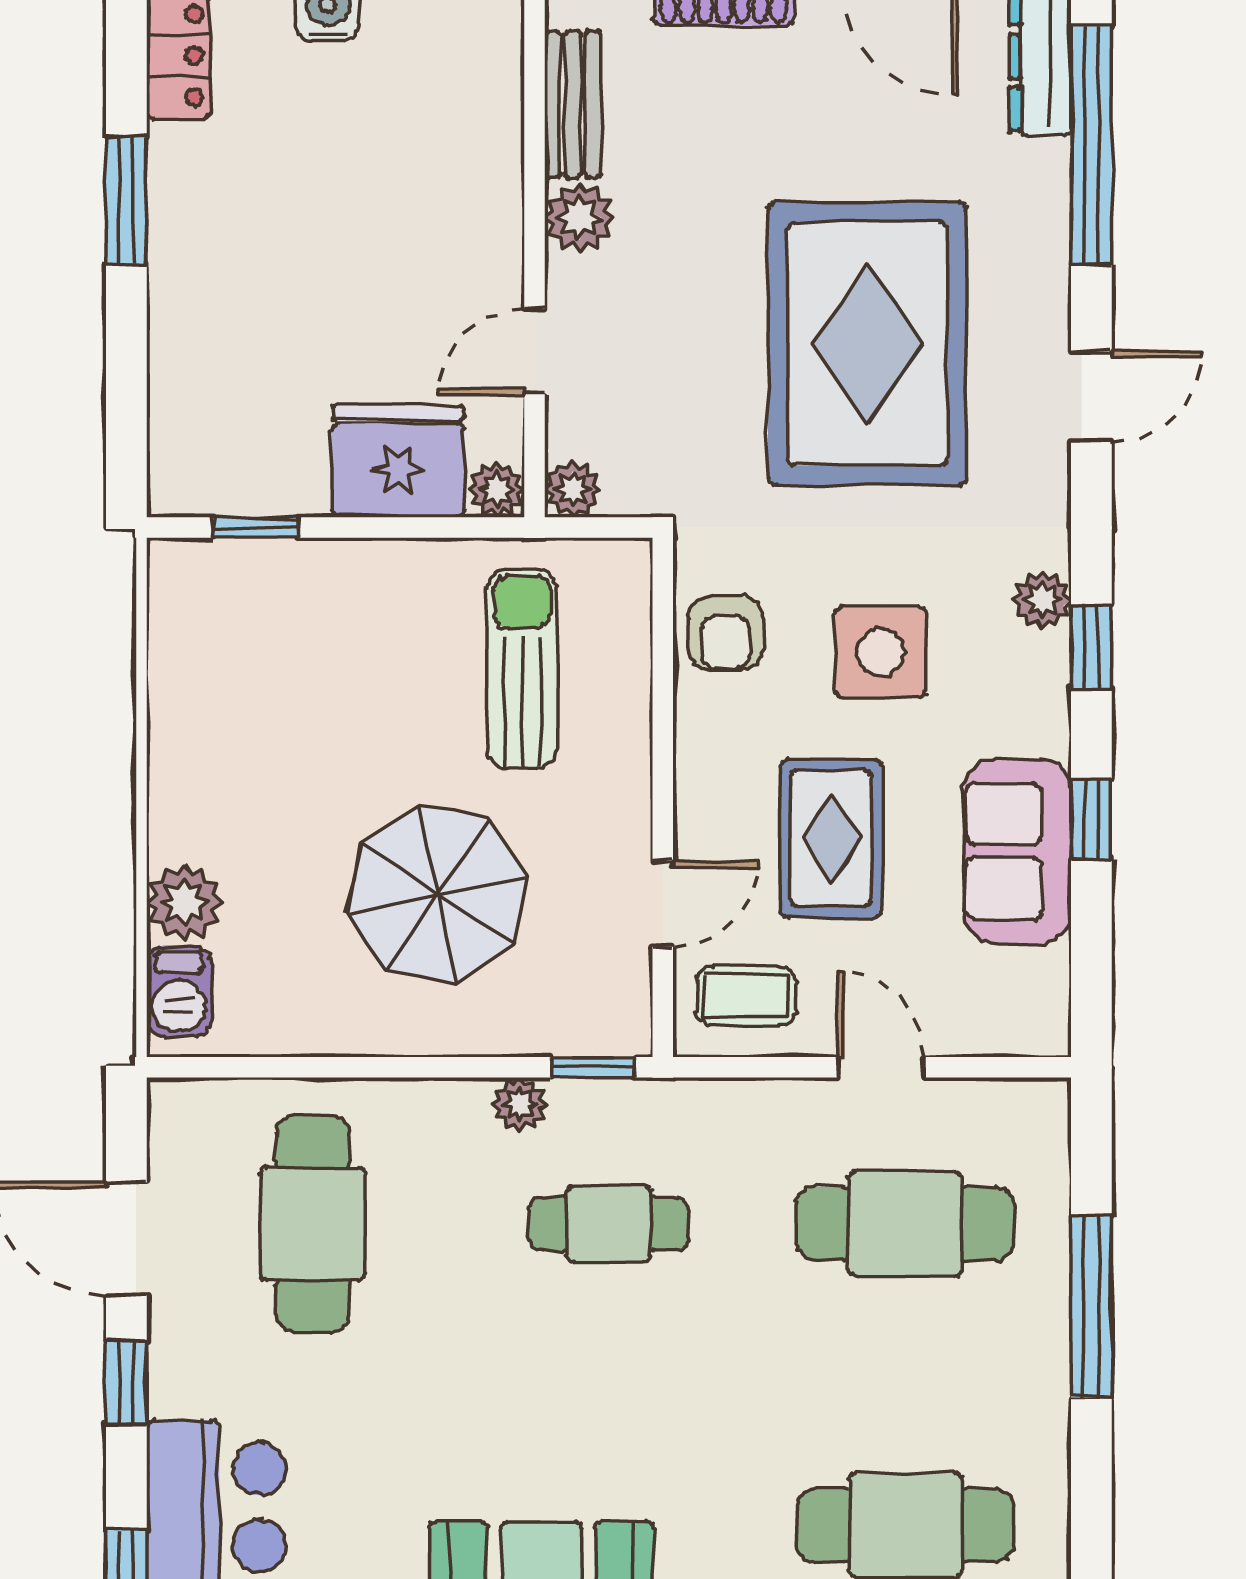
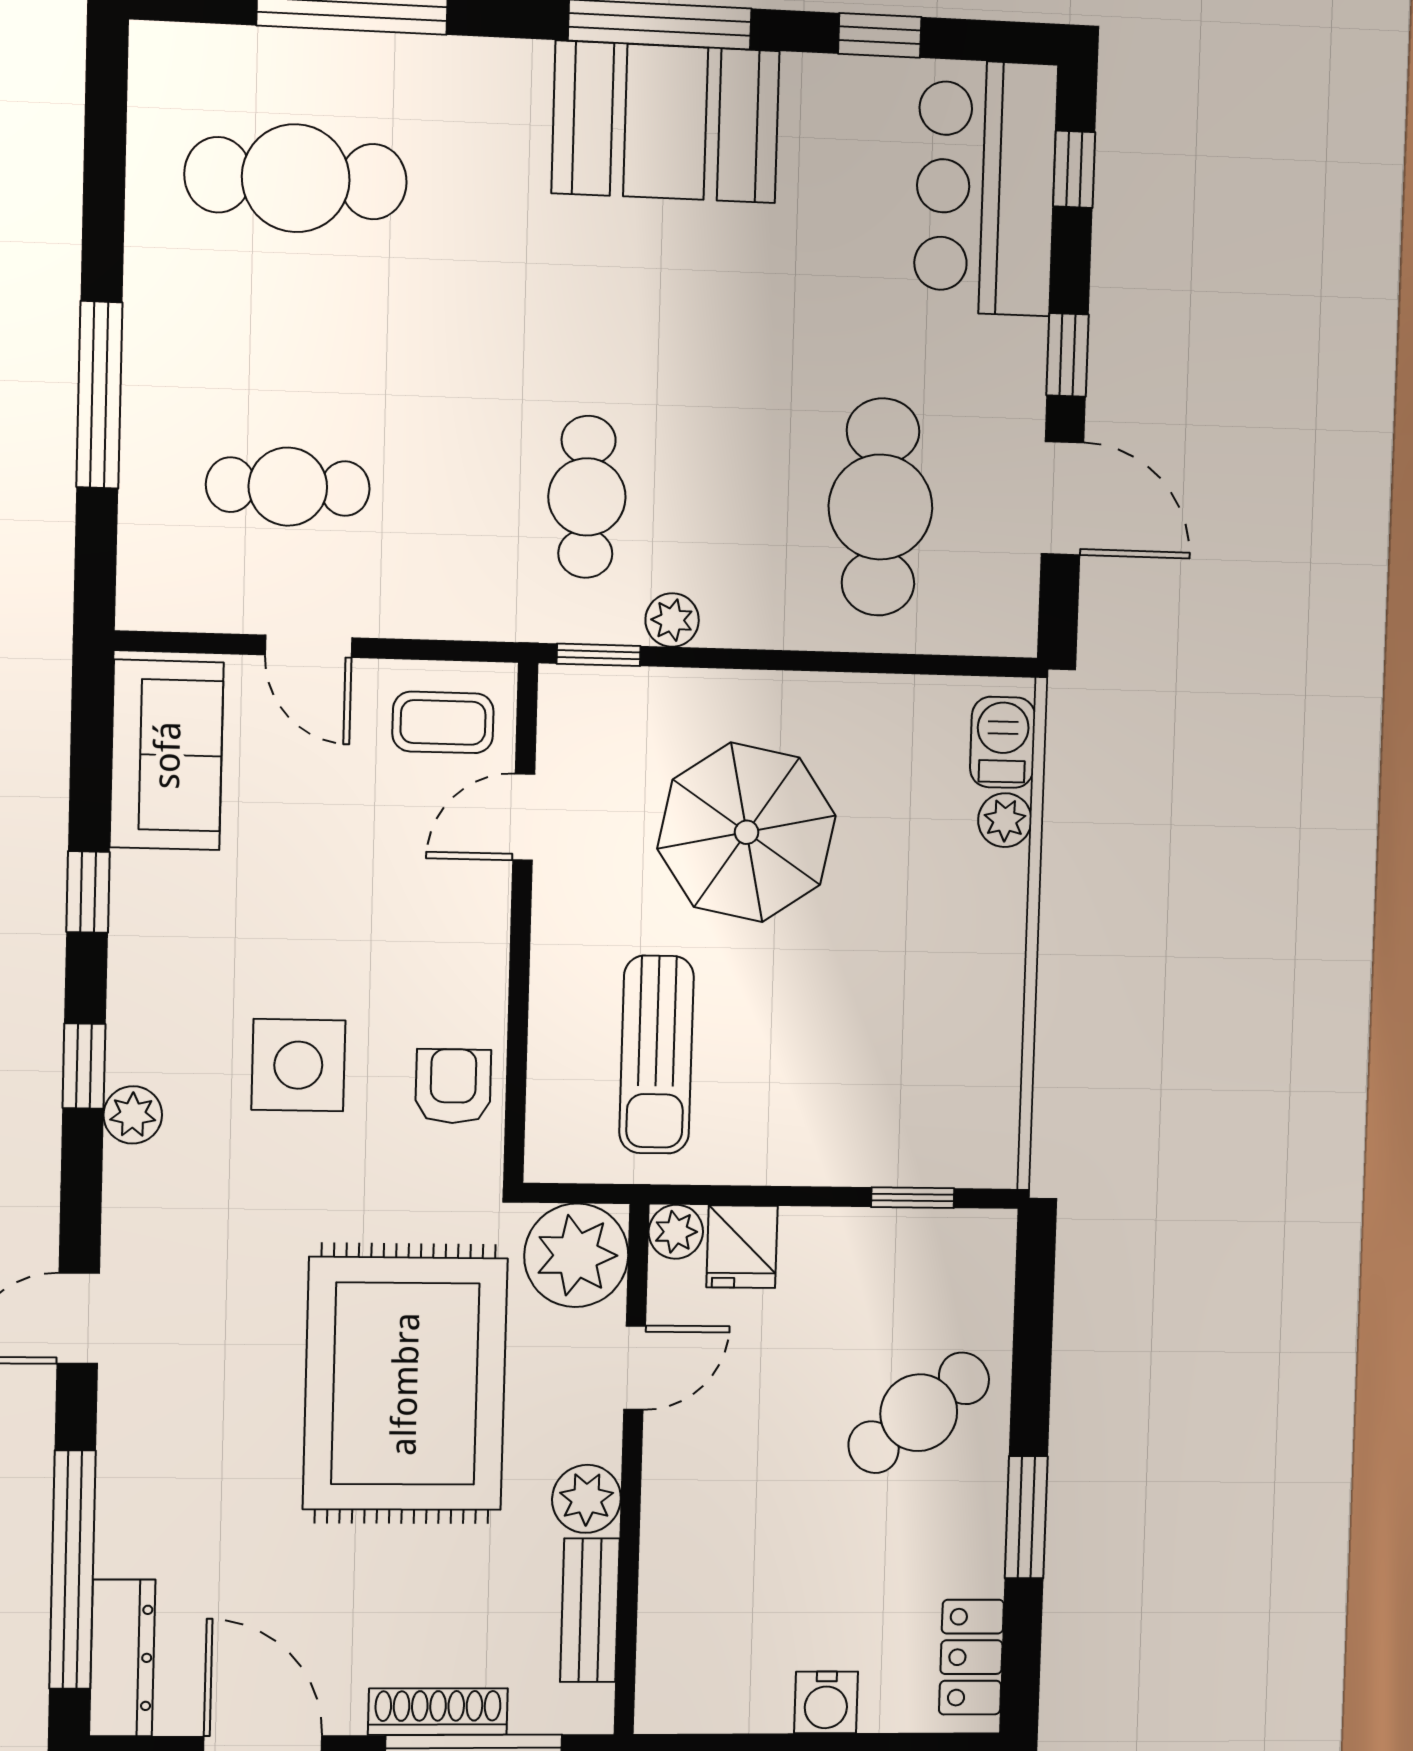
cafe table: (242, 307) -> (919, 1413), added
rug: (868, 344) -> (405, 1384), moved
fridge: (398, 461) -> (742, 1247), width x0.53, depth x0.75
plant: (573, 489) -> (576, 1255), width x1.87, depth x1.87
rug: (831, 838) -> (353, 879), removed
sofa: (1018, 851) -> (167, 755), moved
plant: (184, 902) -> (1005, 820), width x0.73, depth x0.73
cafe table: (609, 1224) -> (587, 497), turned 90
cafe table: (905, 1224) -> (288, 487), width x0.73, depth x0.74

